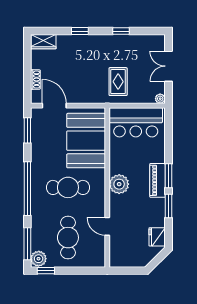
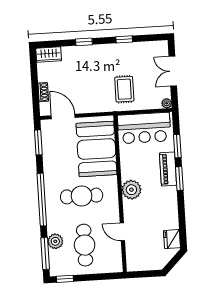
piano: (158, 180) -> (168, 169), moved
window: (168, 206) -> (177, 146), moved
plant: (39, 259) -> (55, 241), moved

